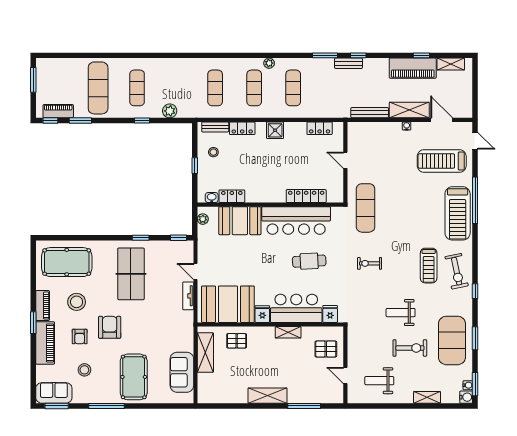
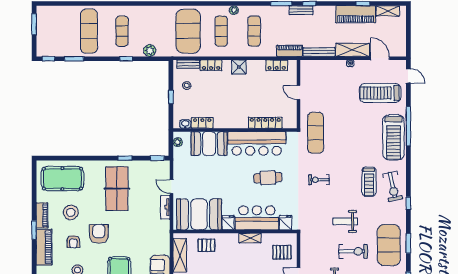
exercise mat: (215, 88) -> (188, 31), width x2.00, depth x1.45
piano: (58, 111) -> (290, 51), moved

